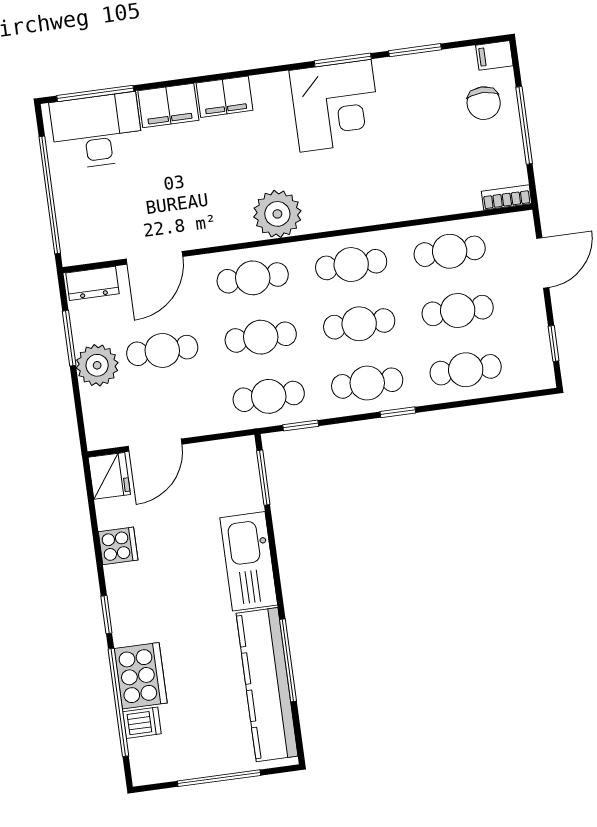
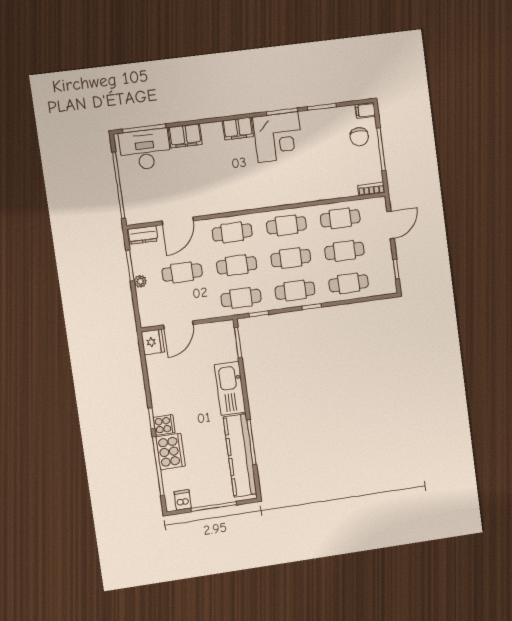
filing cabinet: (224, 97) -> (238, 129), moved
plant: (277, 214) -> (246, 197), removed
plant: (97, 365) -> (140, 281), width x0.53, depth x0.53
cooker: (118, 546) -> (164, 425), moved
dishwasher: (142, 723) -> (183, 500), moved, turned -90

